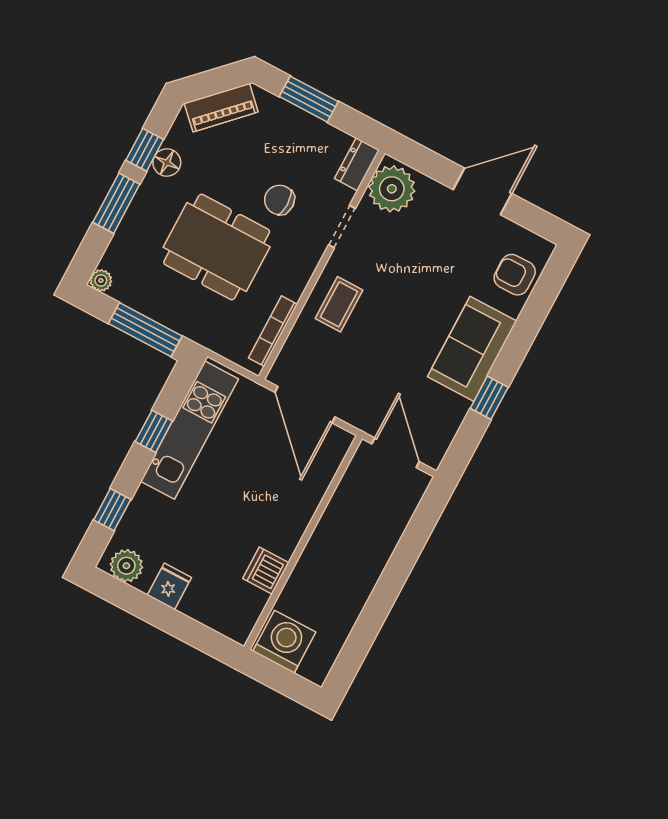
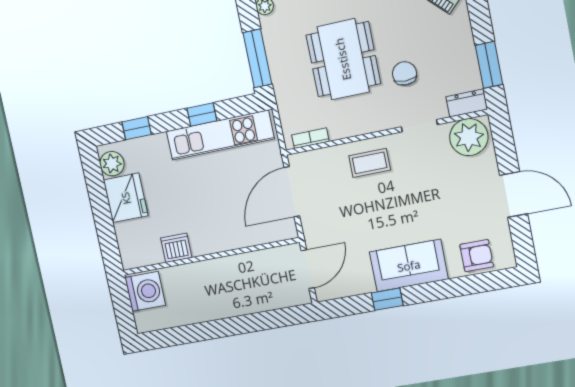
window: (309, 99) -> (489, 65), moved
armchair: (515, 275) -> (477, 256), turned 90
bookcase: (273, 331) -> (310, 138), width x0.64
fridge: (169, 586) -> (126, 198), width x1.88, depth x1.34

